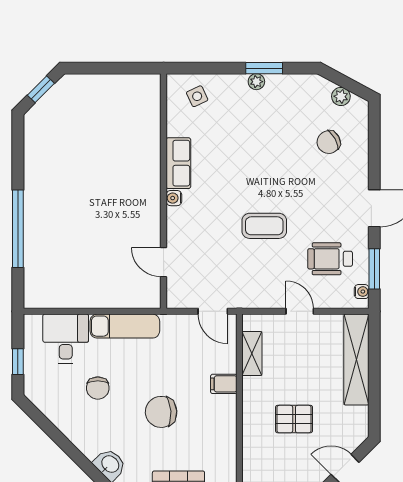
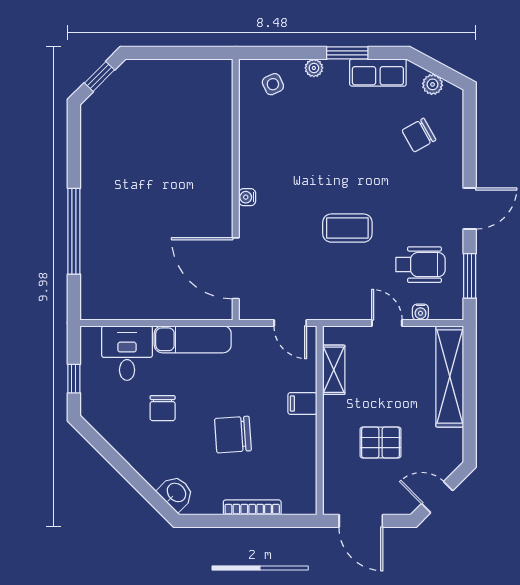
plant: (256, 82) -> (314, 68), moved
row of seats: (178, 163) -> (378, 73), moved, turned 90
wheelchair: (330, 259) -> (421, 265), turned 180
door: (164, 262) -> (236, 268), width x1.87
water cooler: (362, 292) -> (420, 312), moved, turned 90

